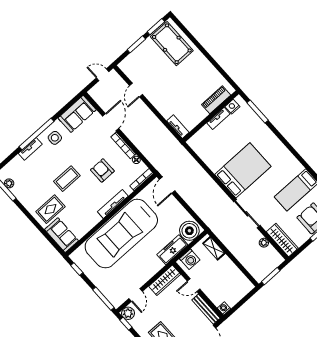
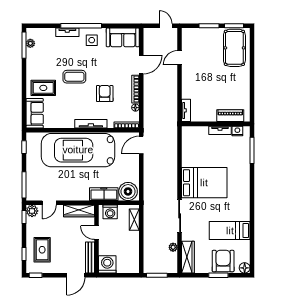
washing machine: (224, 308) -> (107, 264), width x1.89, depth x1.89

